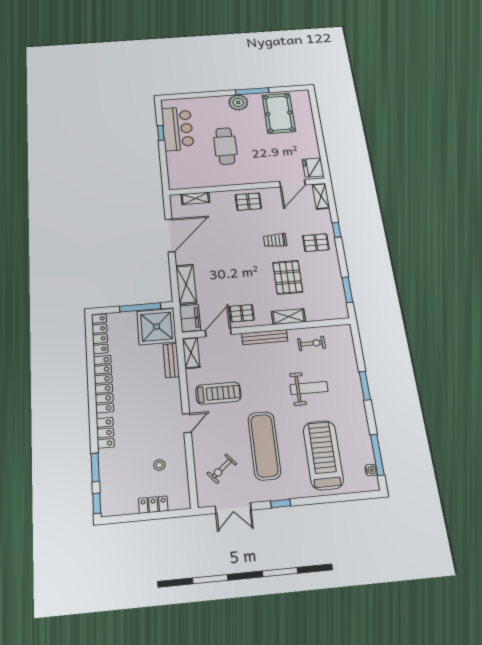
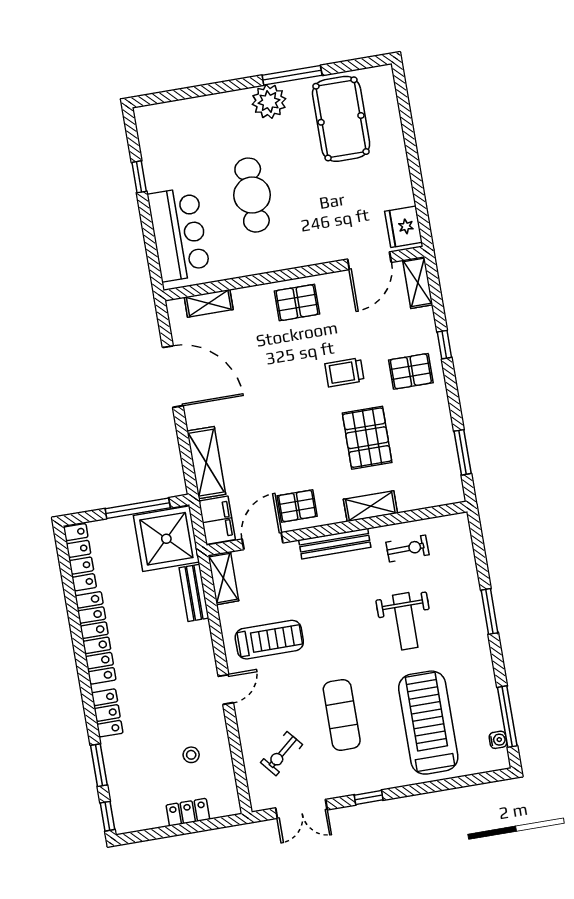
bar counter: (178, 129) -> (179, 234), moved
door: (170, 235) -> (173, 377), hinge flipped
weight bench: (309, 388) -> (405, 621), turned 90
exercise mat: (264, 446) -> (342, 715), width x0.73, depth x0.69

